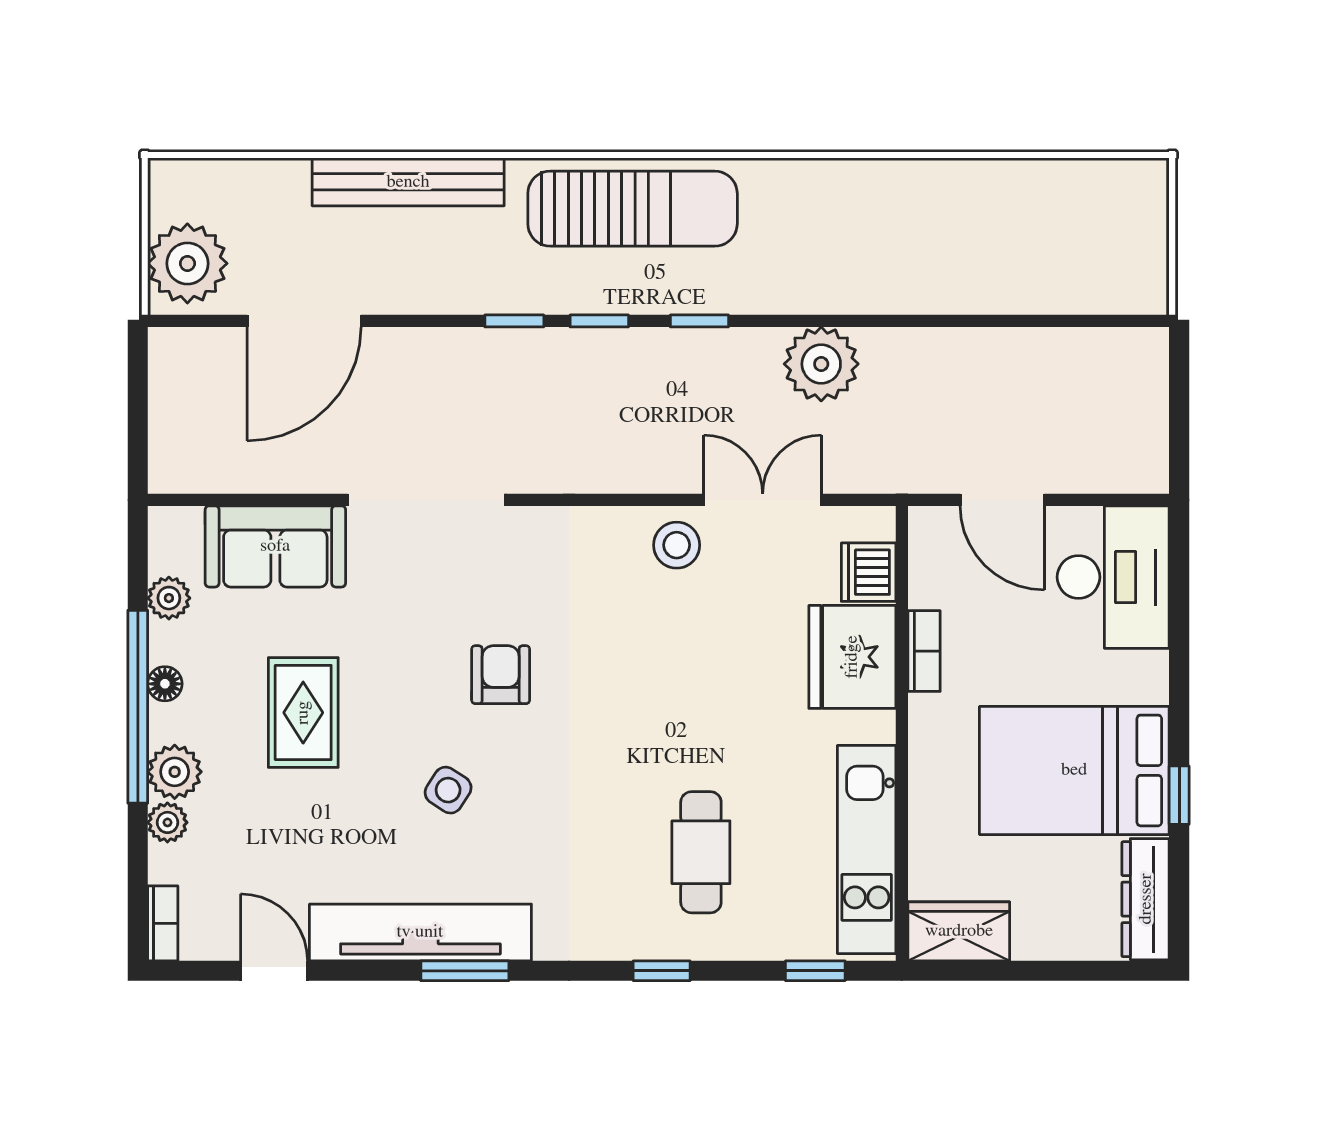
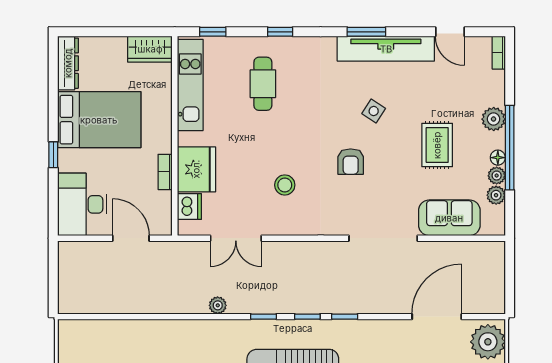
plant: (821, 364) -> (218, 305), width x0.53, depth x0.53
stool: (677, 545) -> (285, 185), moved
window: (1179, 795) -> (53, 155), moved
plant: (167, 822) -> (497, 176), moved

